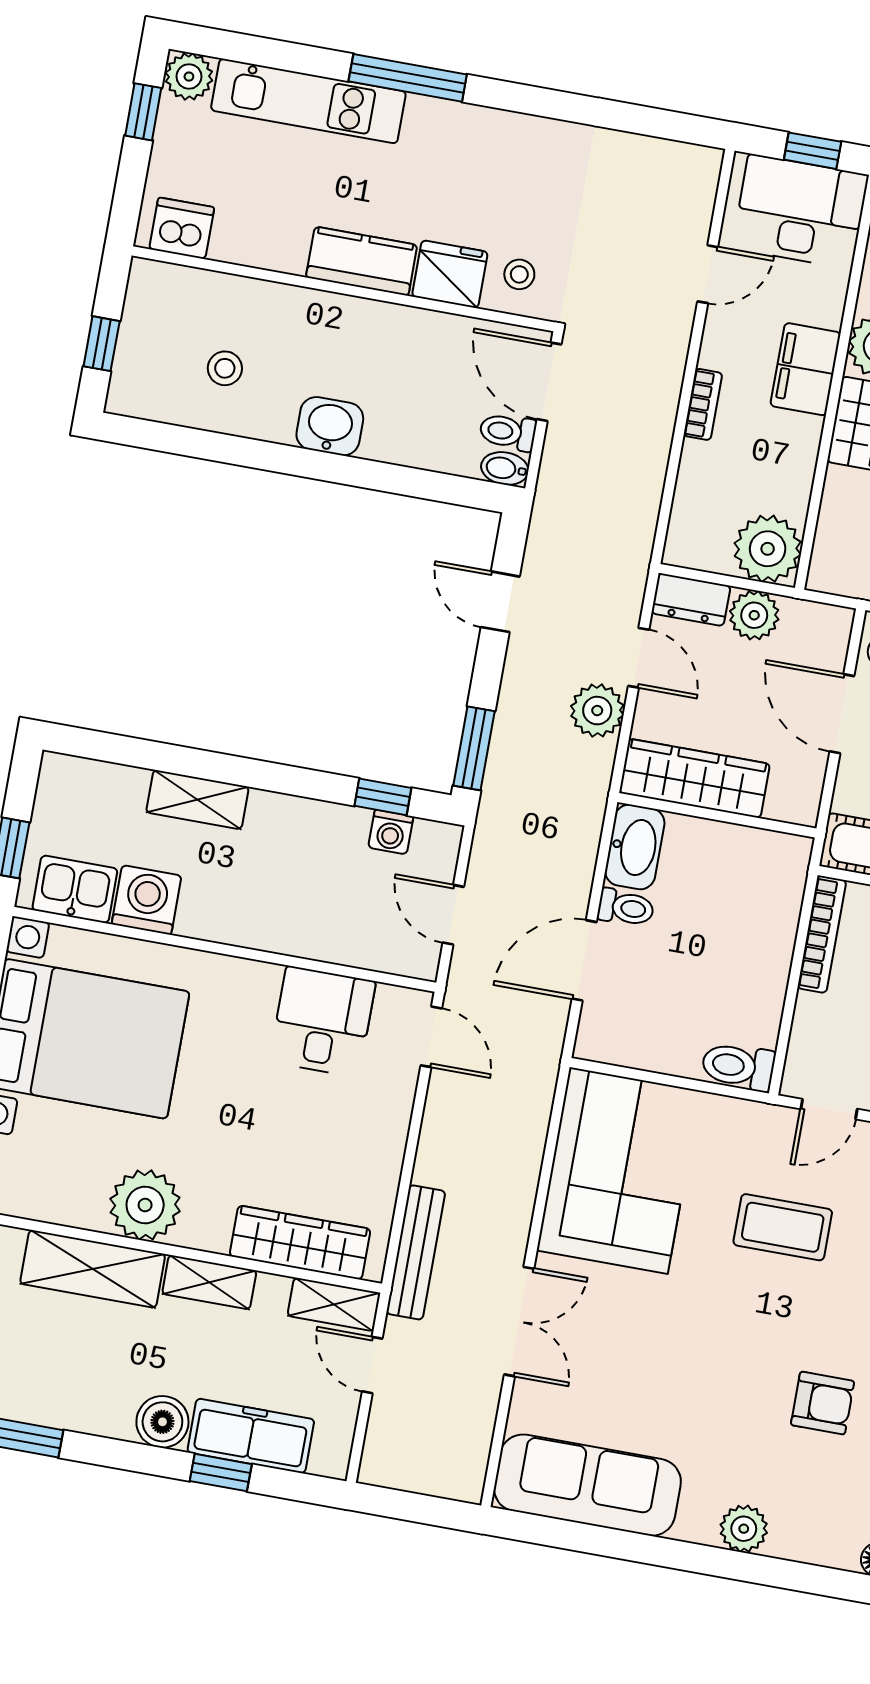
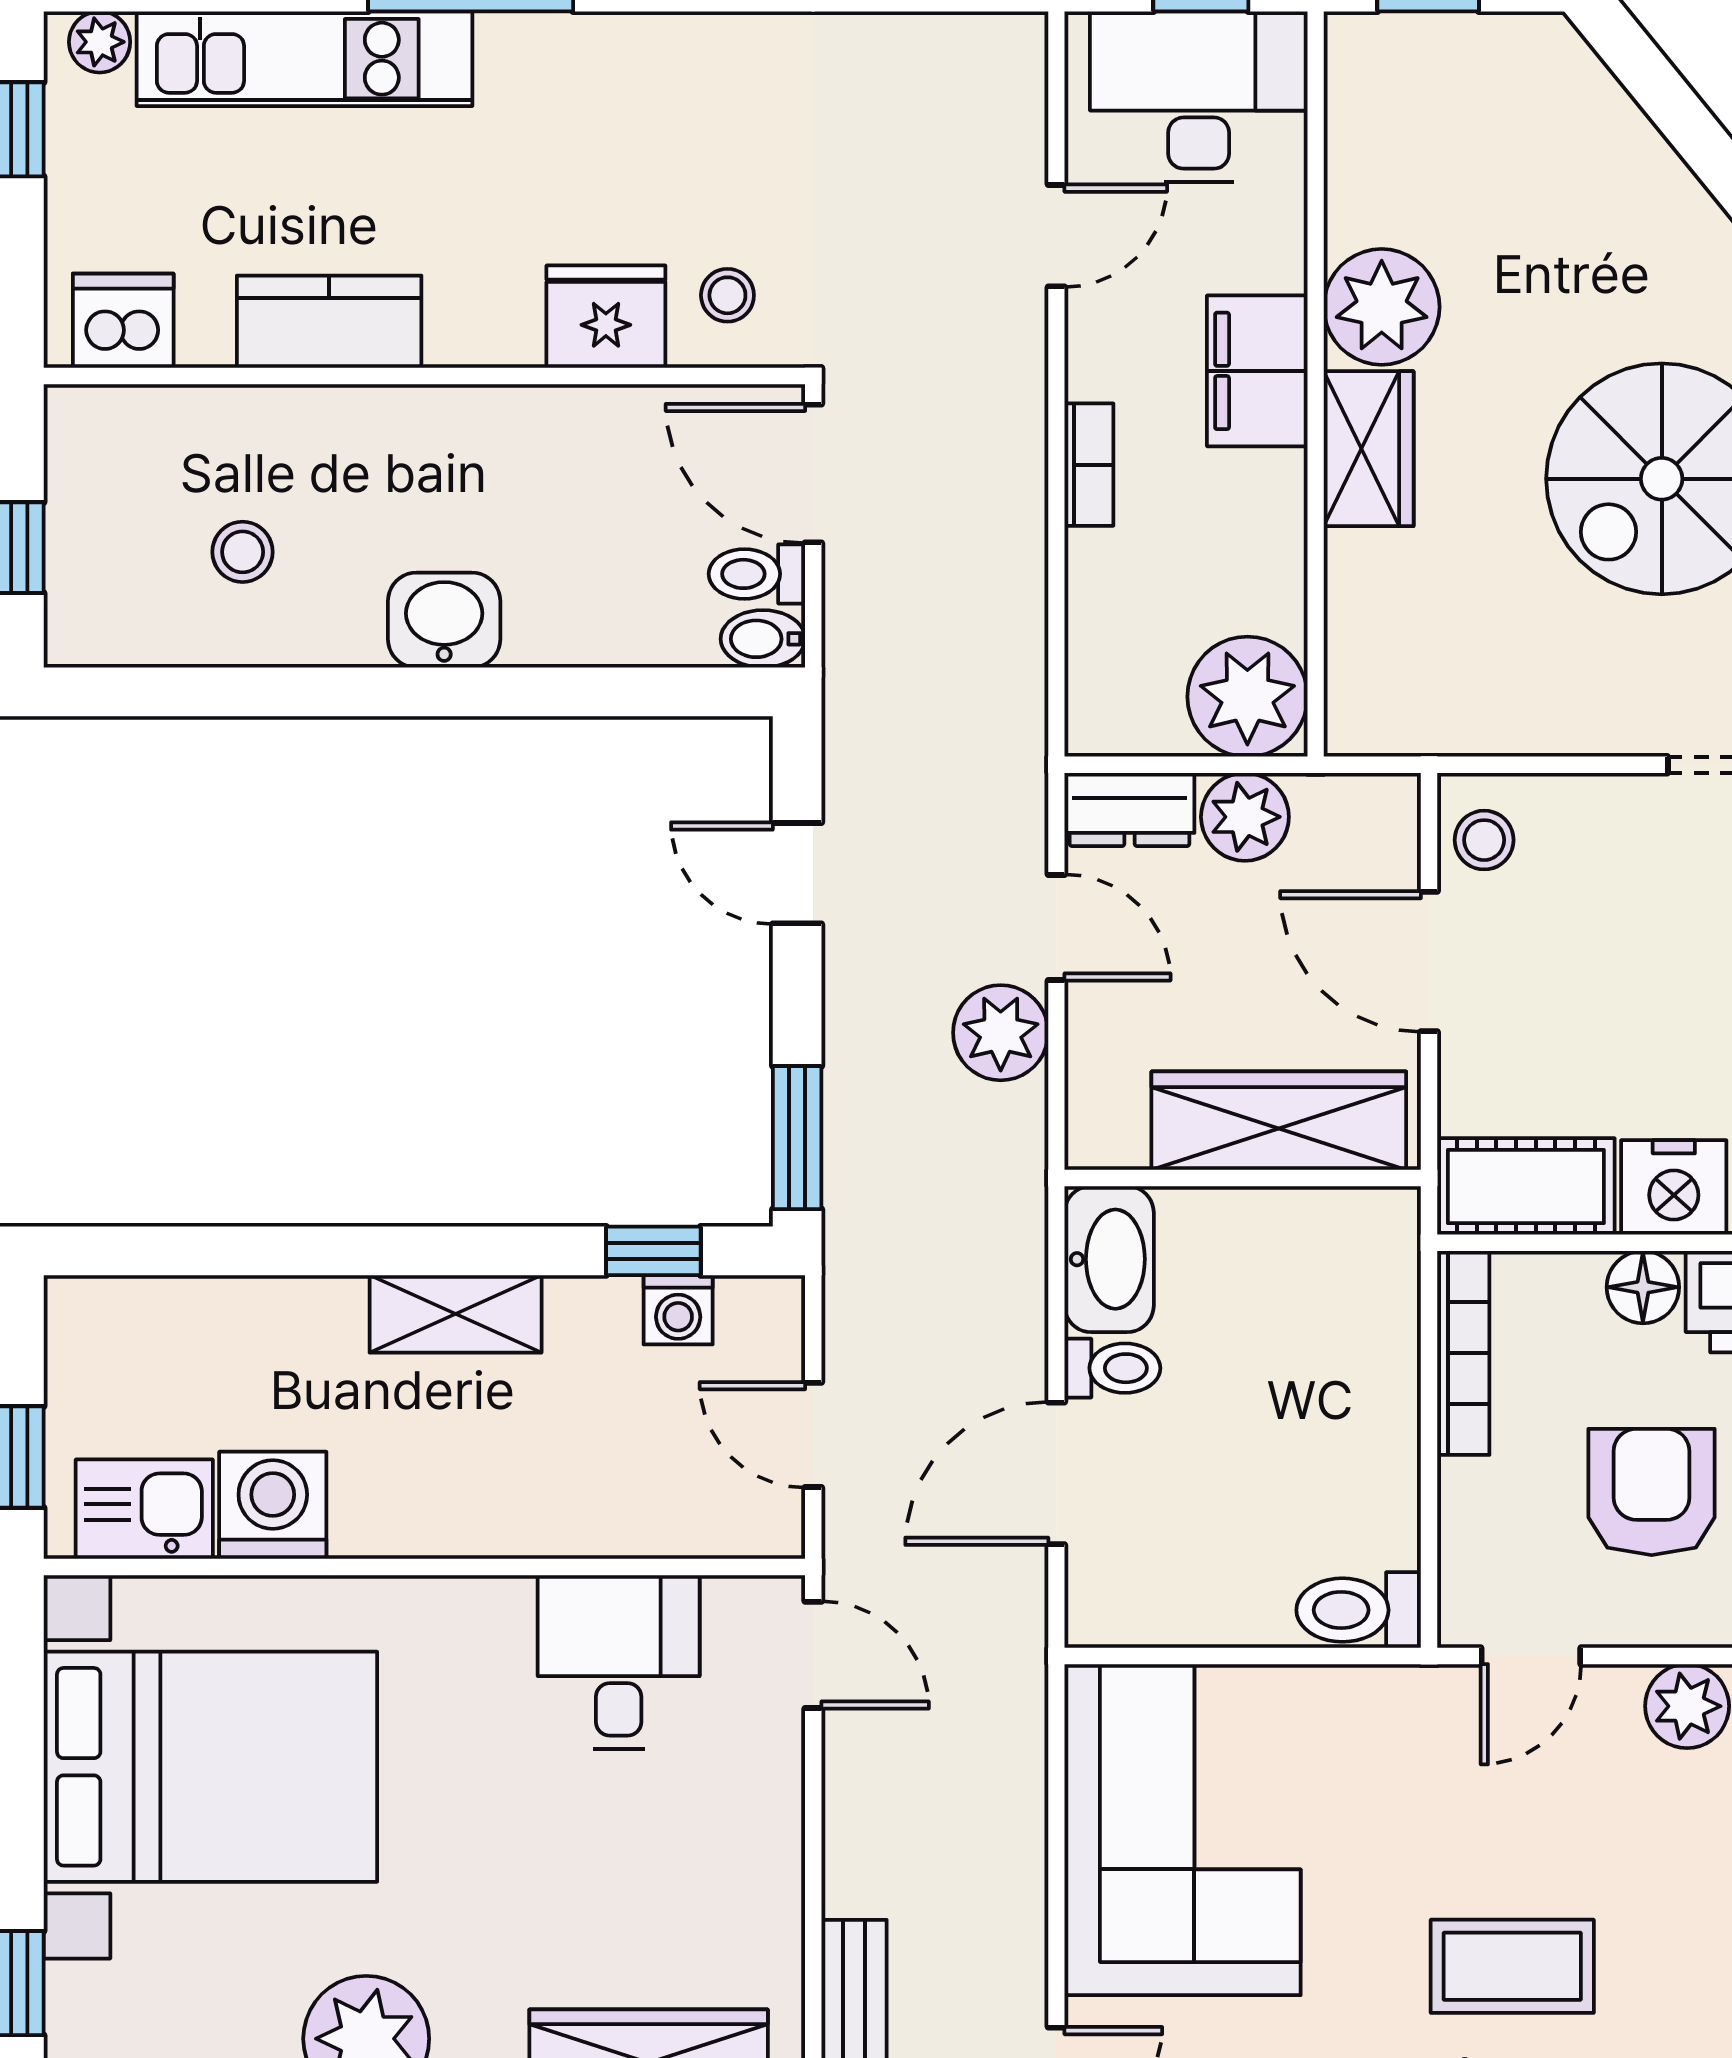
plant: (189, 77) -> (100, 42), width x0.73, depth x0.73
kitchen counter: (362, 261) -> (329, 322), moved
wardrobe: (694, 778) -> (1279, 1121), moved
shelving: (197, 800) -> (456, 1314), moved
coffee table: (783, 1227) -> (1512, 1966), moved

